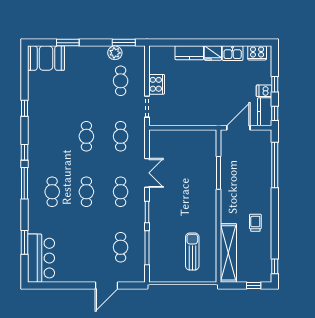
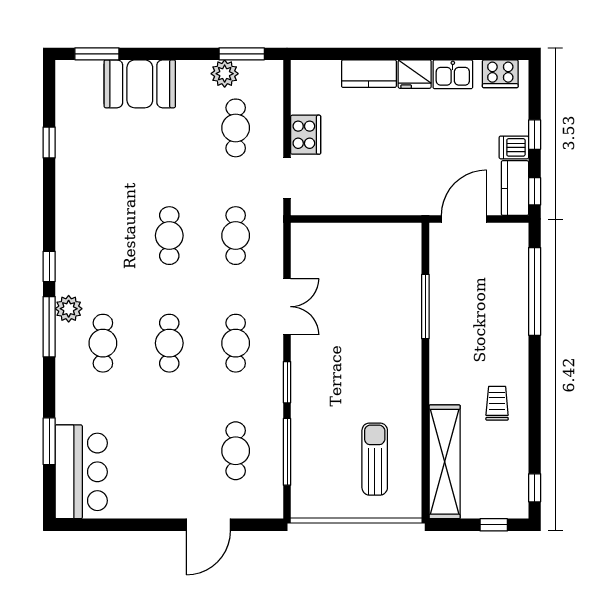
window: (68, 43) -> (97, 54), moved
booth: (46, 58) -> (140, 84), moved
window: (24, 108) -> (49, 142), moved
plant: (35, 174) -> (69, 309), added

